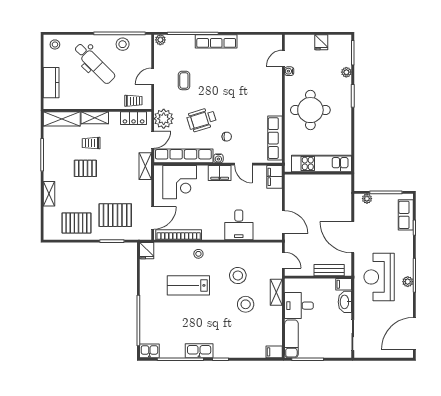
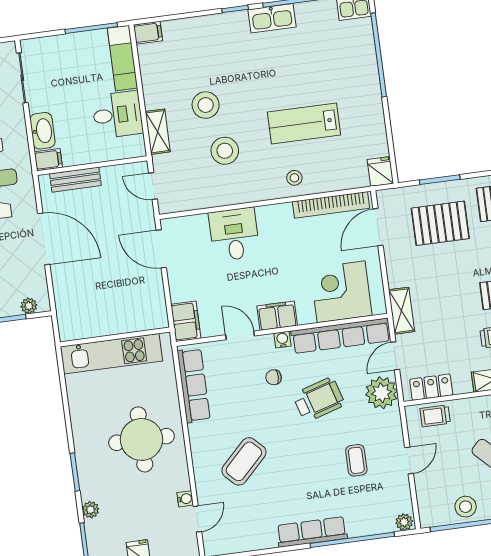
coffee table: (251, 89) -> (244, 461), added
lab bench: (188, 285) -> (304, 124), turned 180

